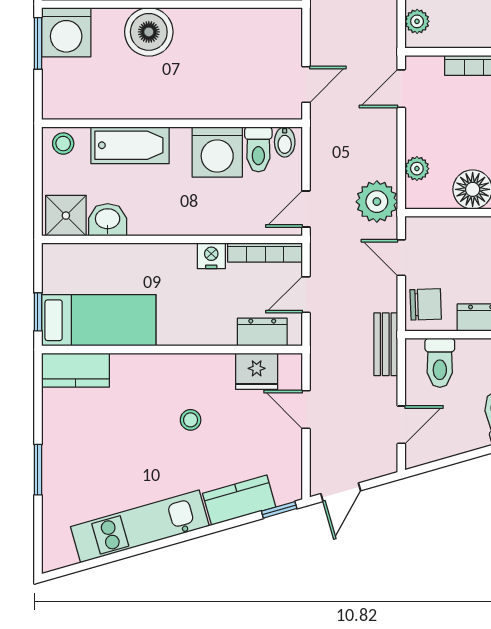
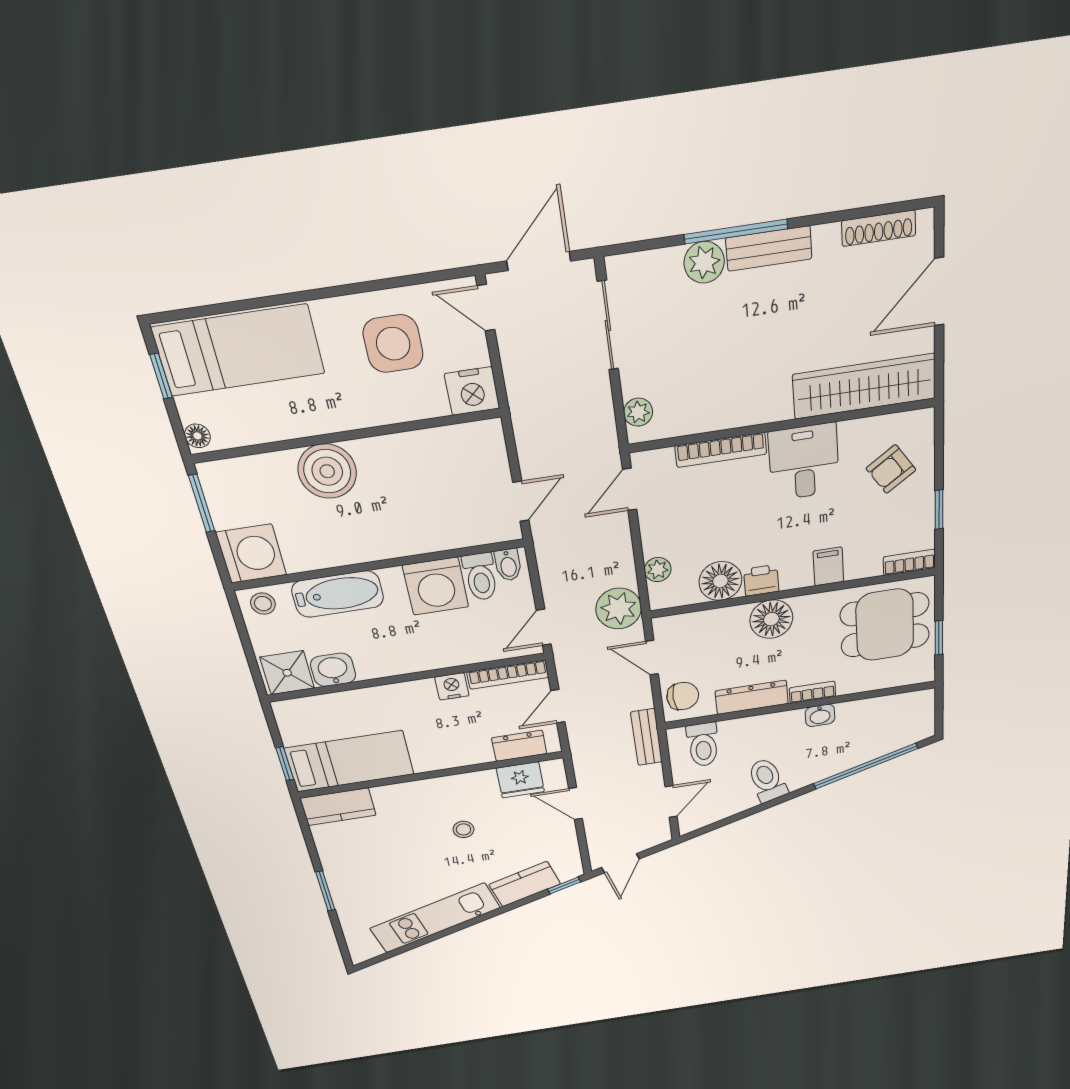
washing machine: (66, 32) -> (251, 554), moved, turned -90

